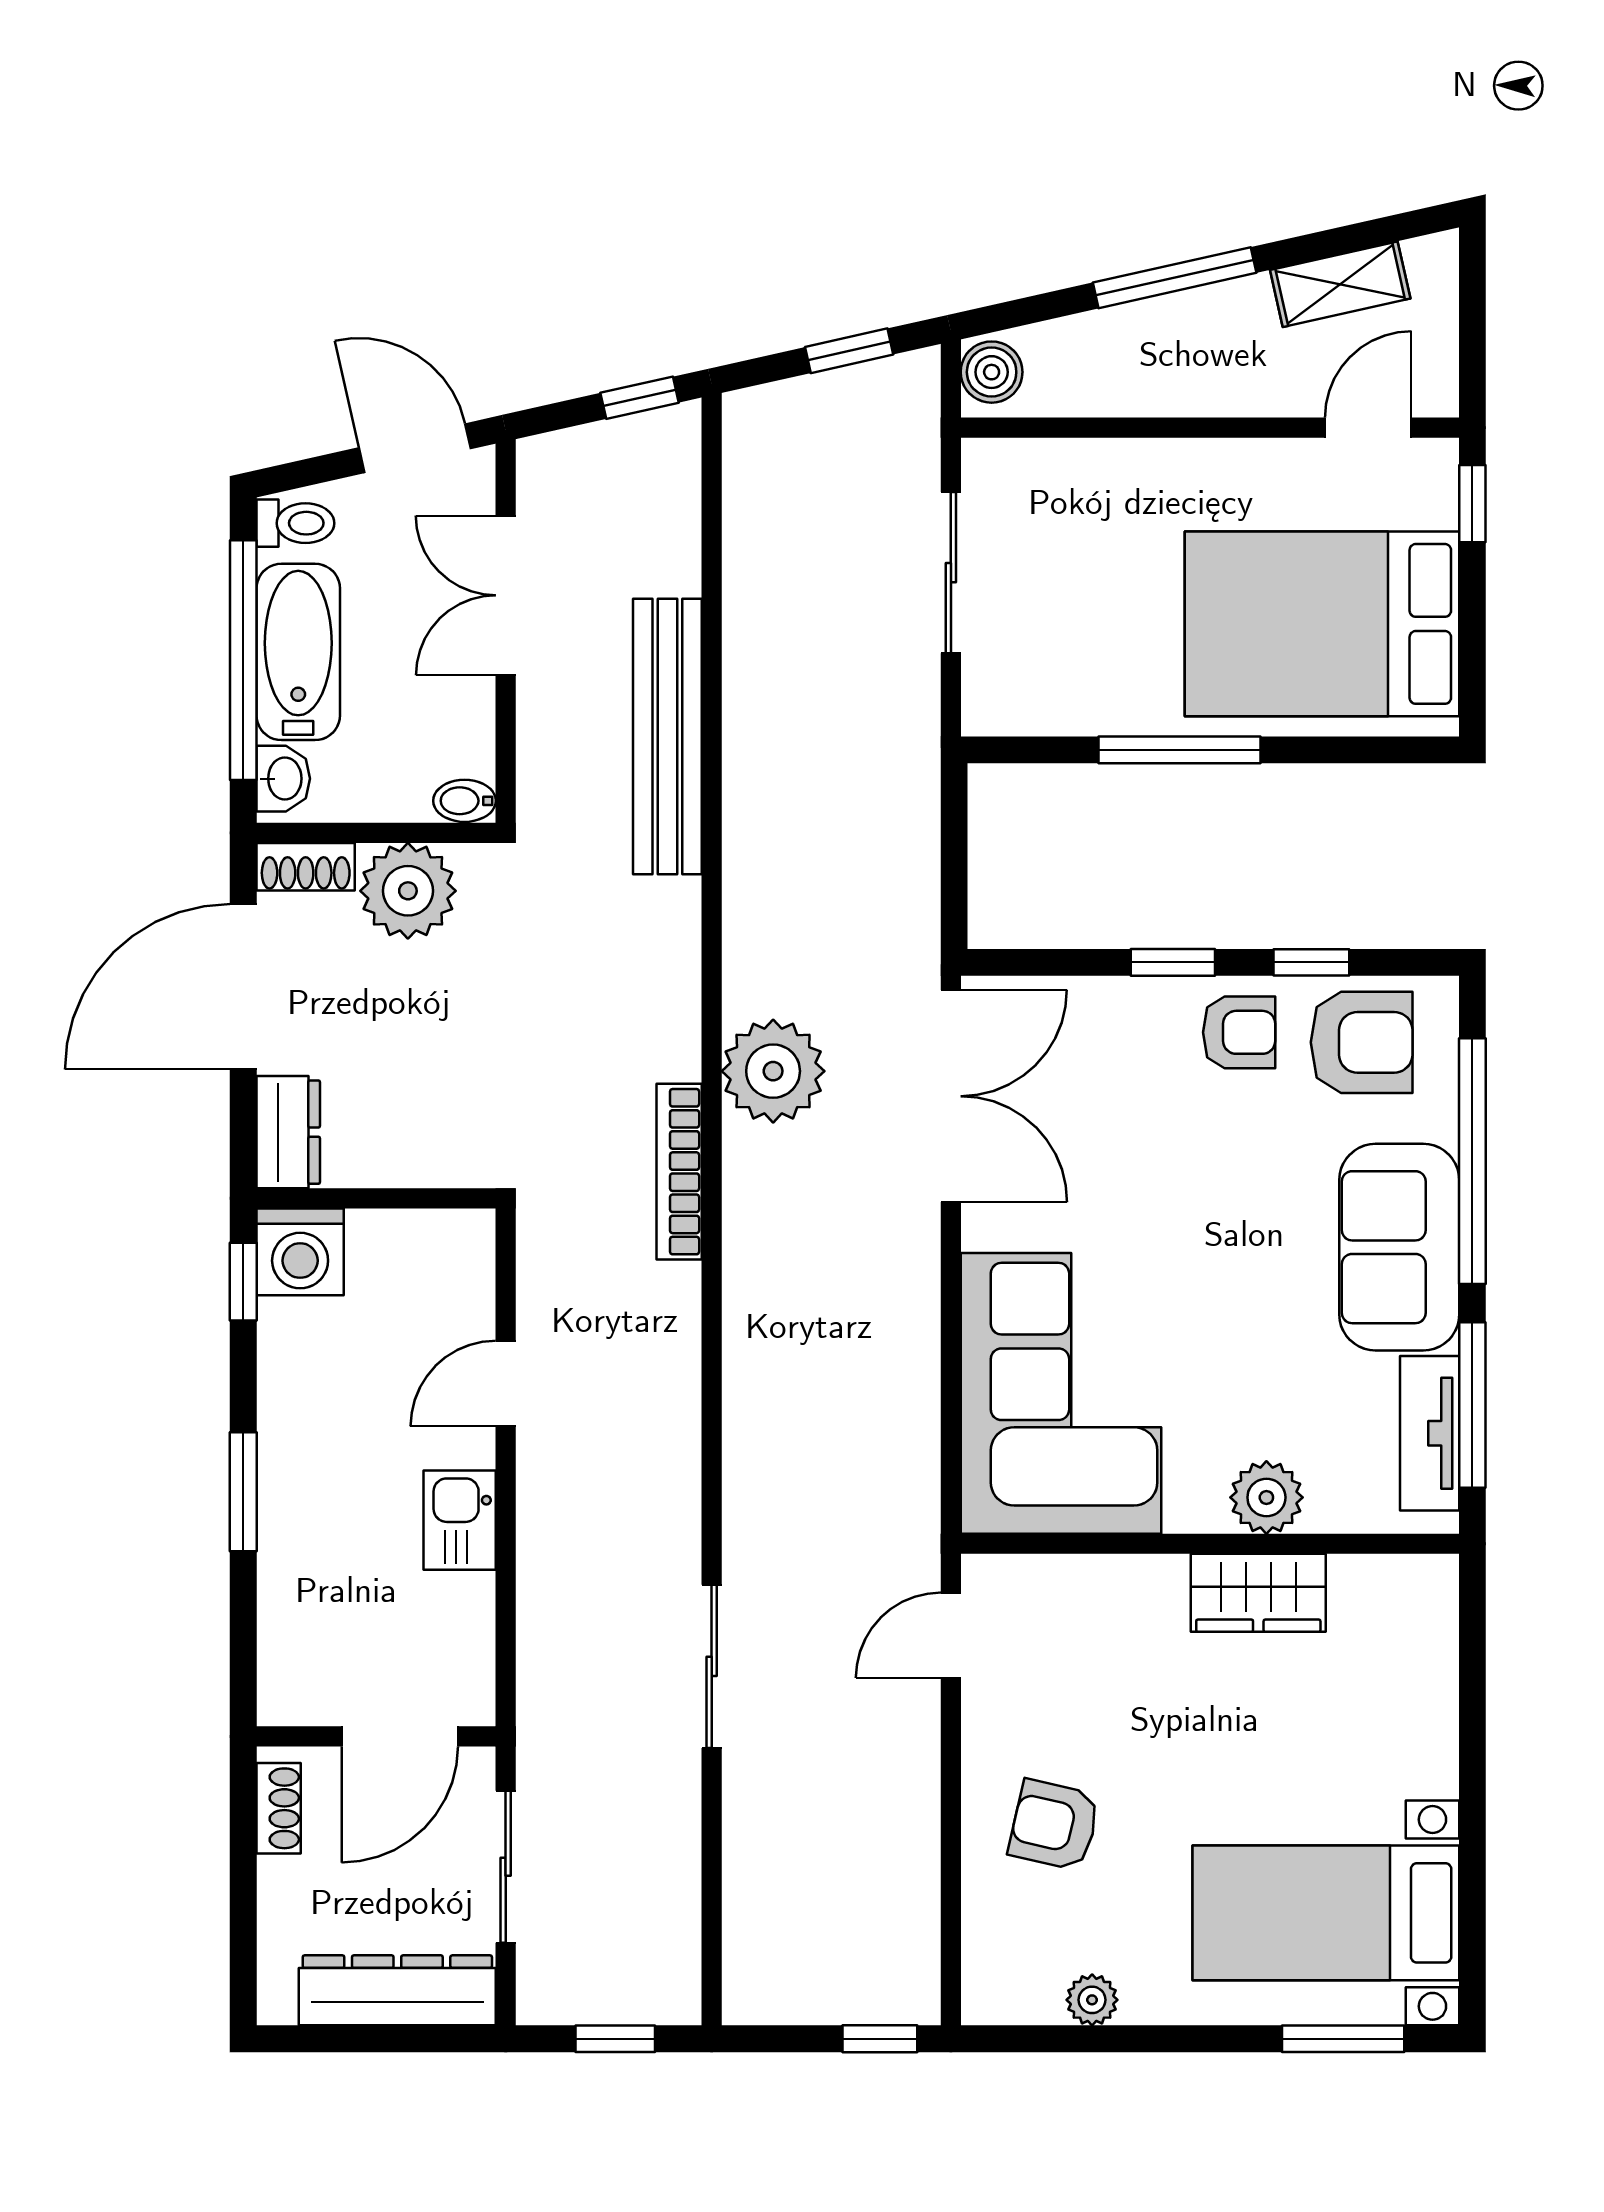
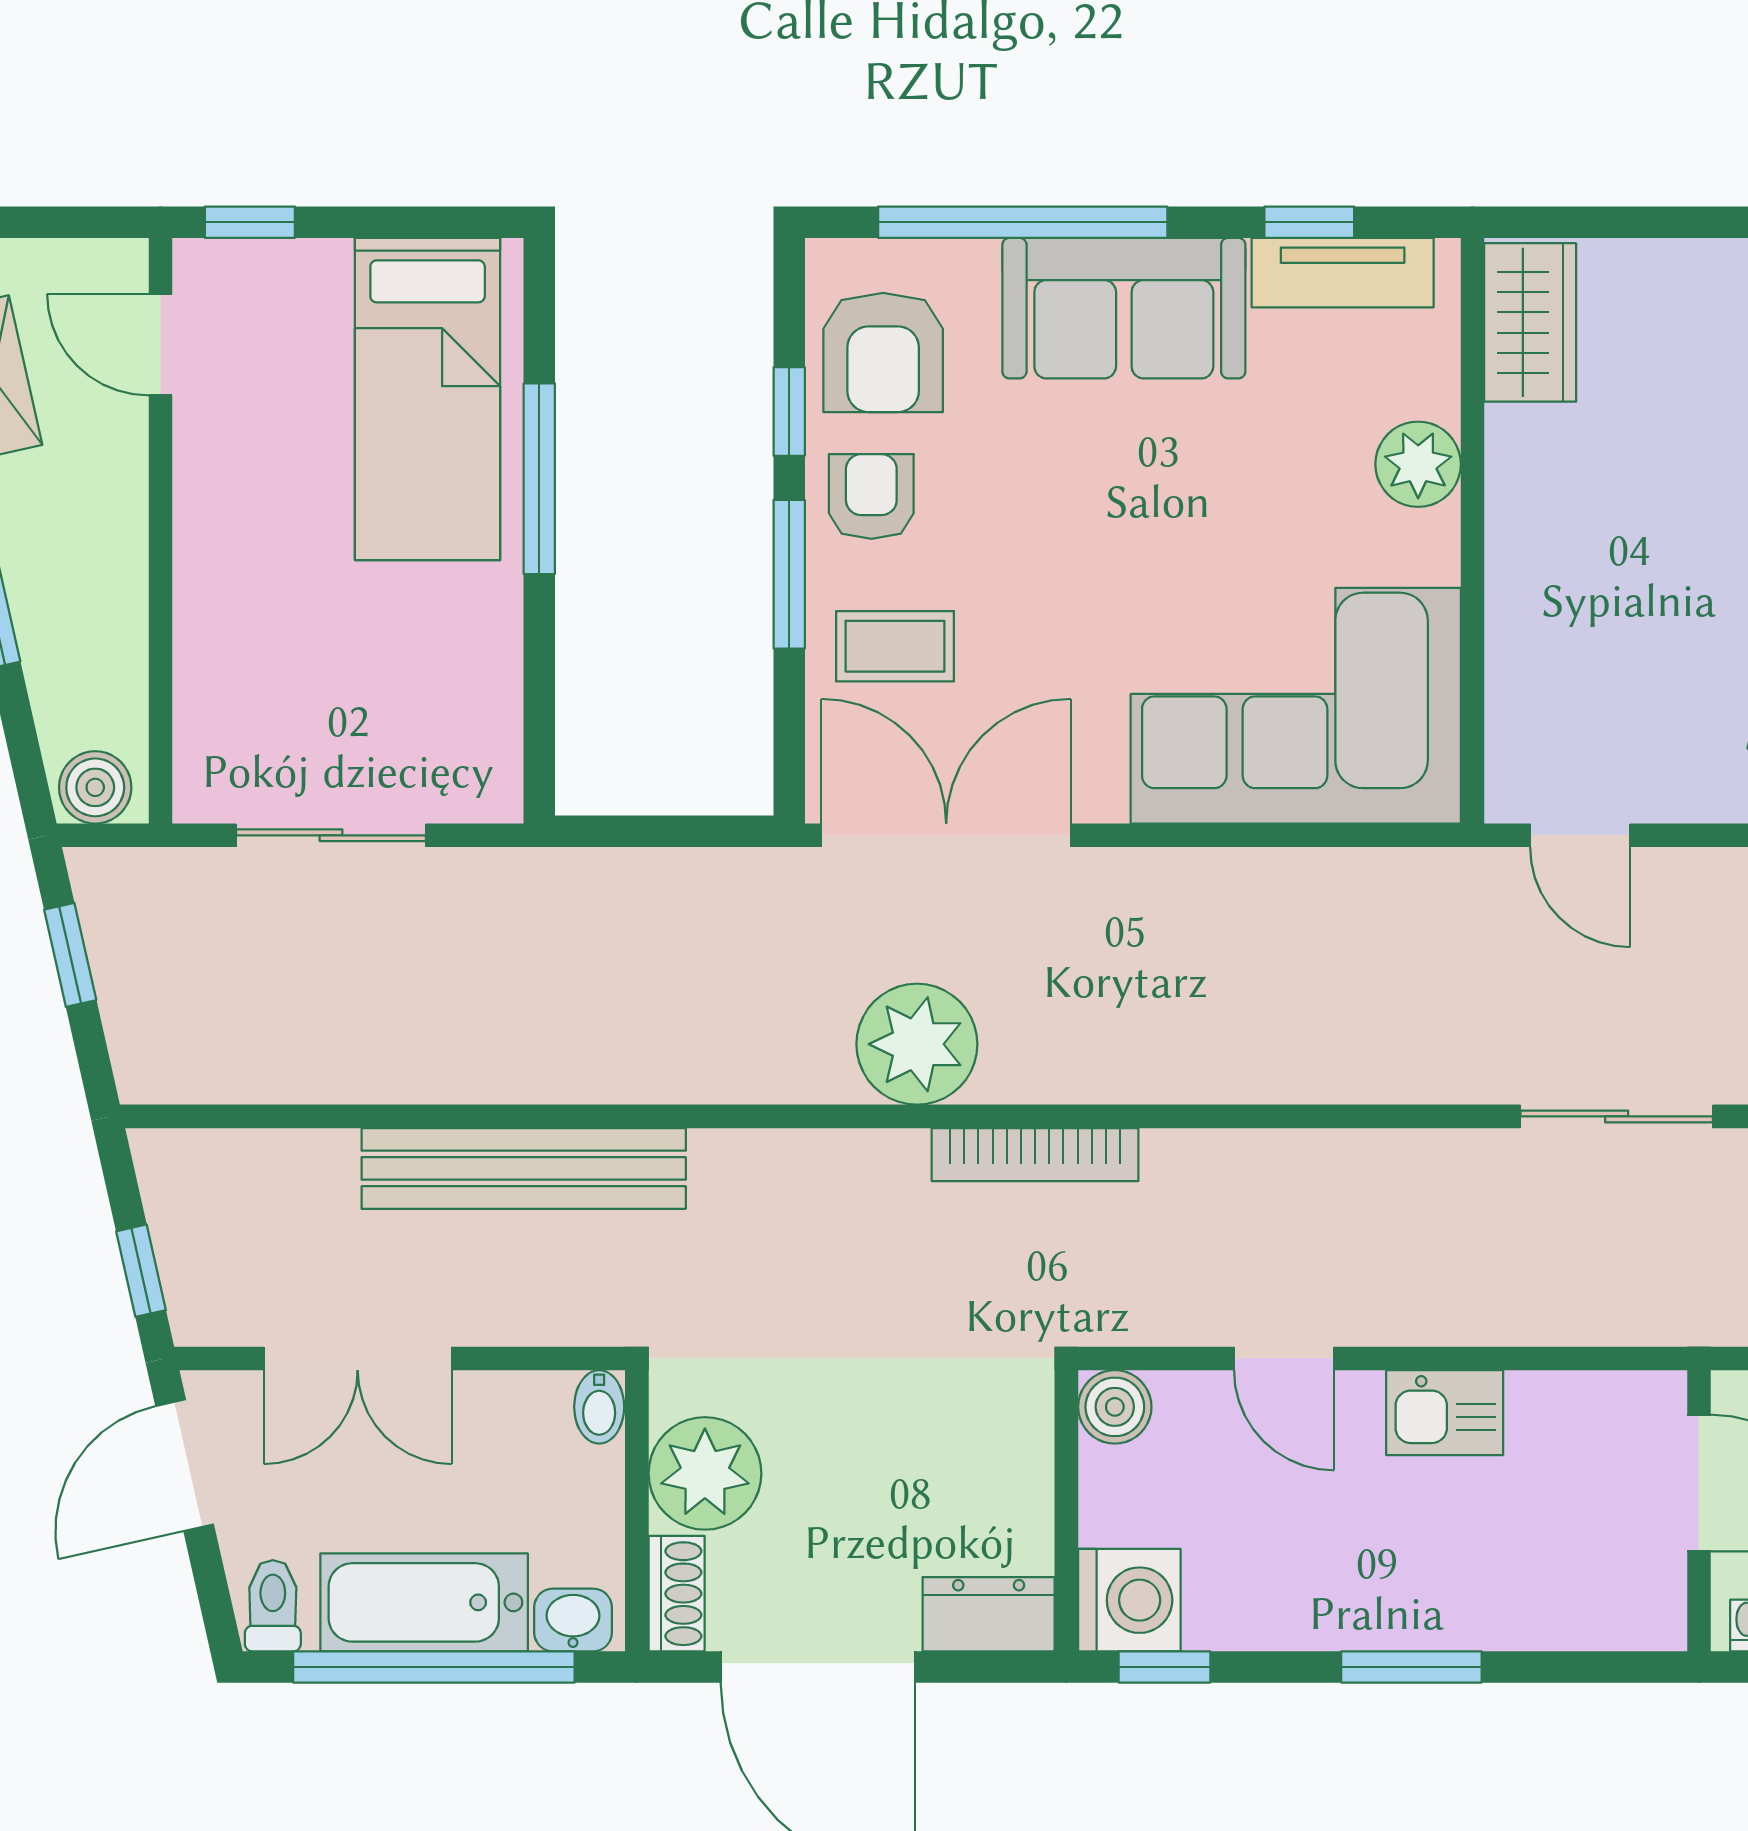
window: (640, 398) -> (141, 1271), moved
bed: (1322, 624) -> (428, 399), width x0.67
window: (1179, 750) -> (539, 479), moved
window: (1173, 962) -> (789, 574), width x1.50
armchair: (1362, 1042) -> (883, 353), turned 180
coffee table: (1112, 1052) -> (895, 646), added
boiler: (465, 1239) -> (1115, 1407), added
window: (1472, 1405) -> (1309, 222), width x0.46
wardrobe: (1258, 1593) -> (1530, 322), moved

